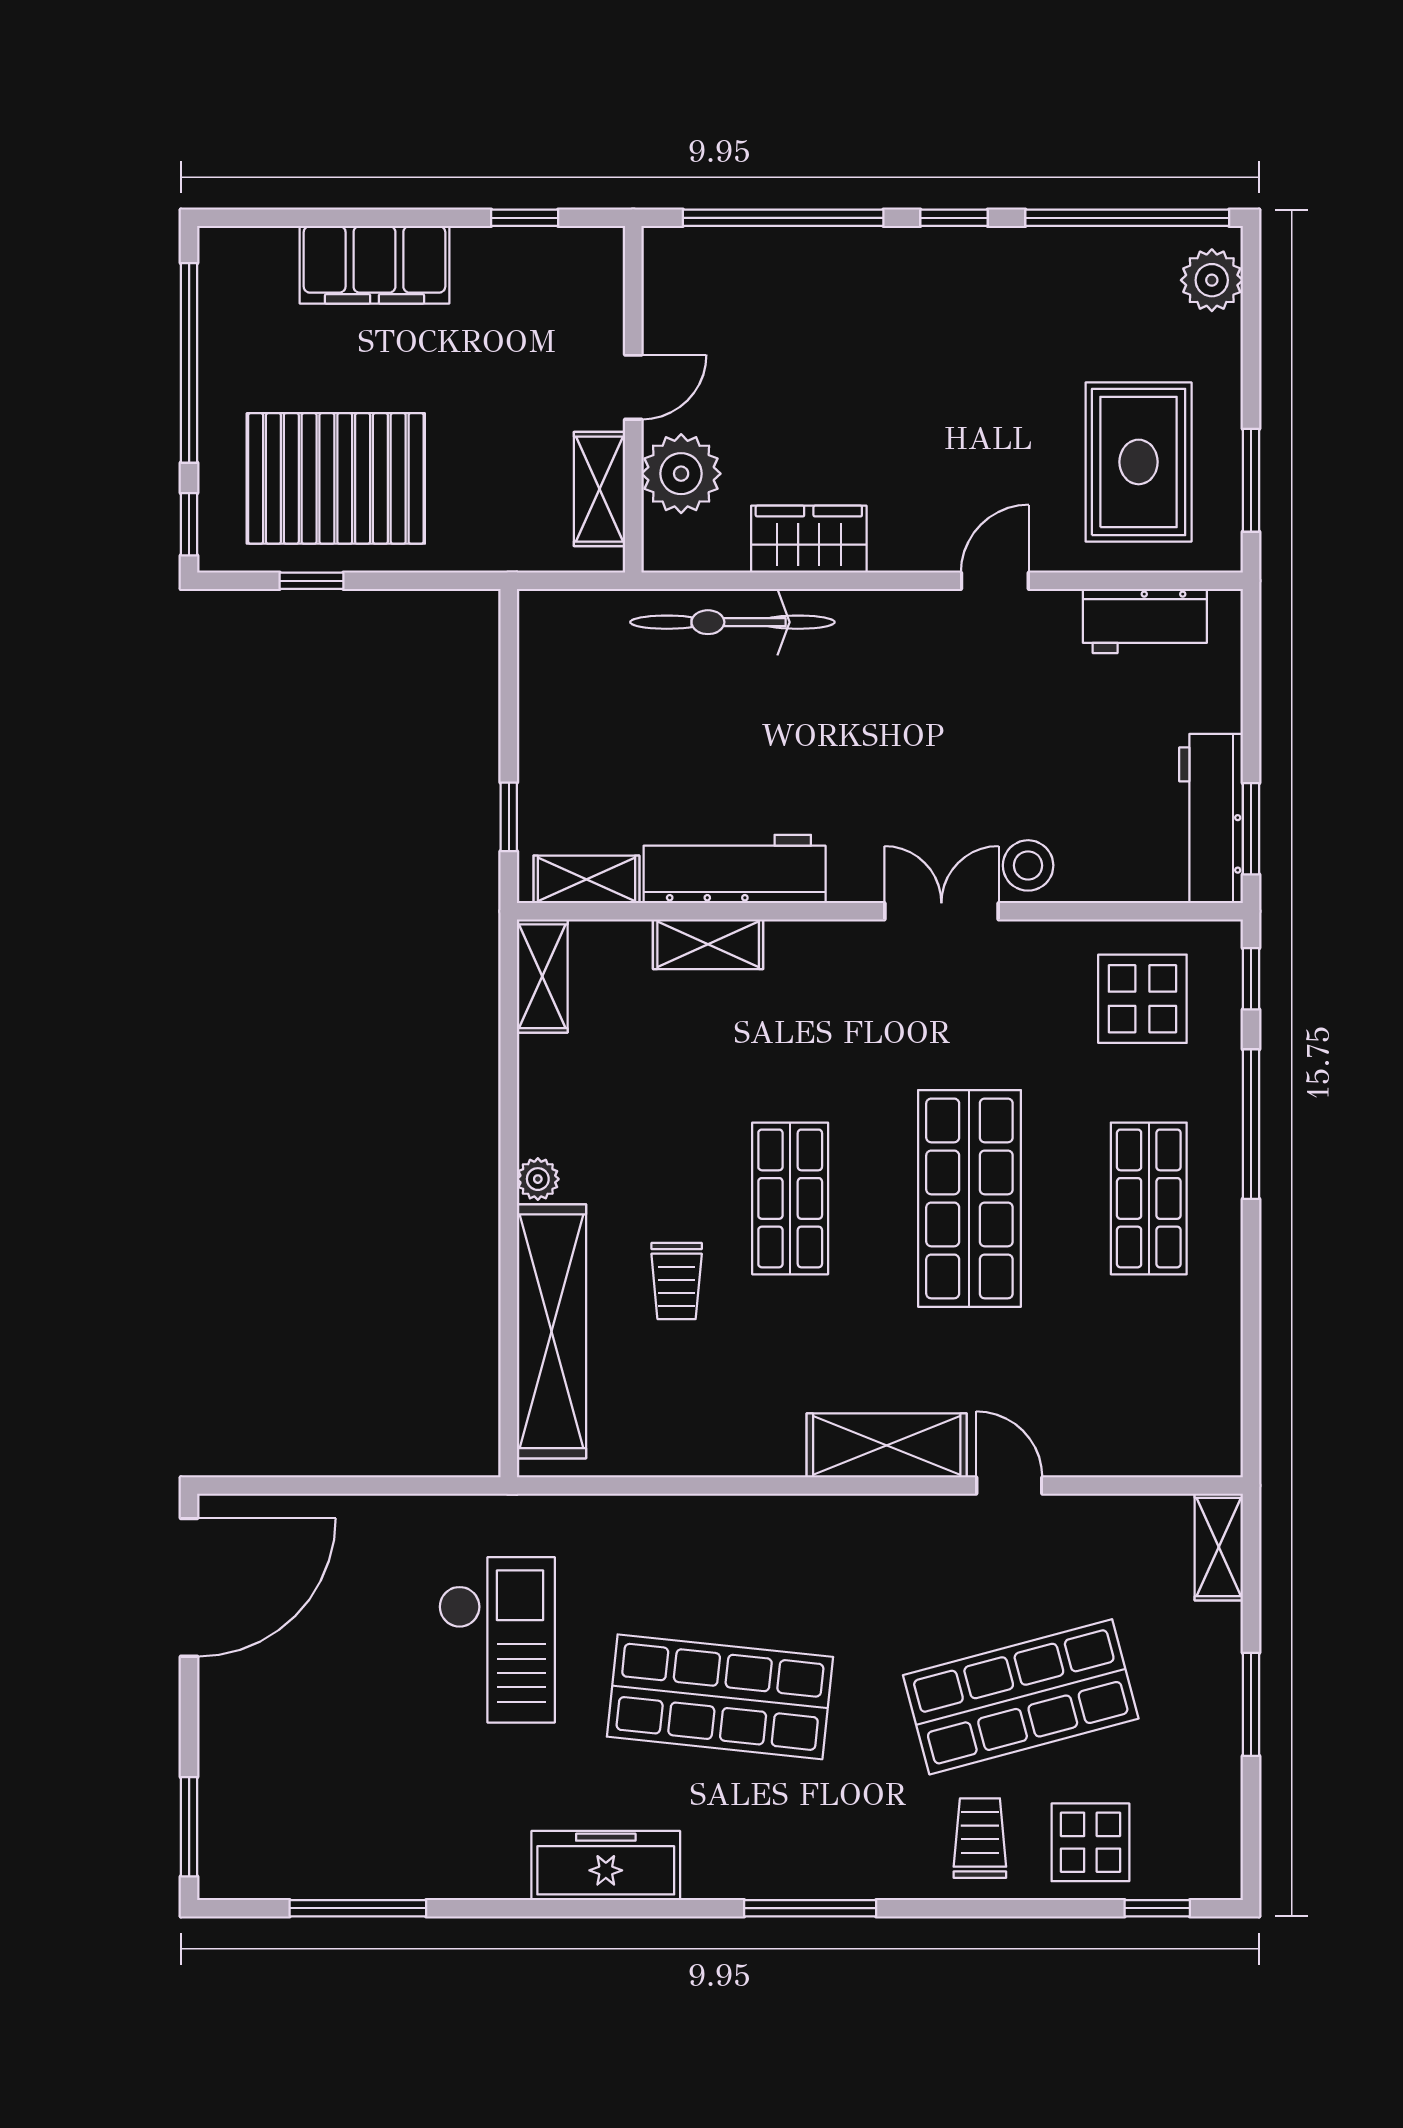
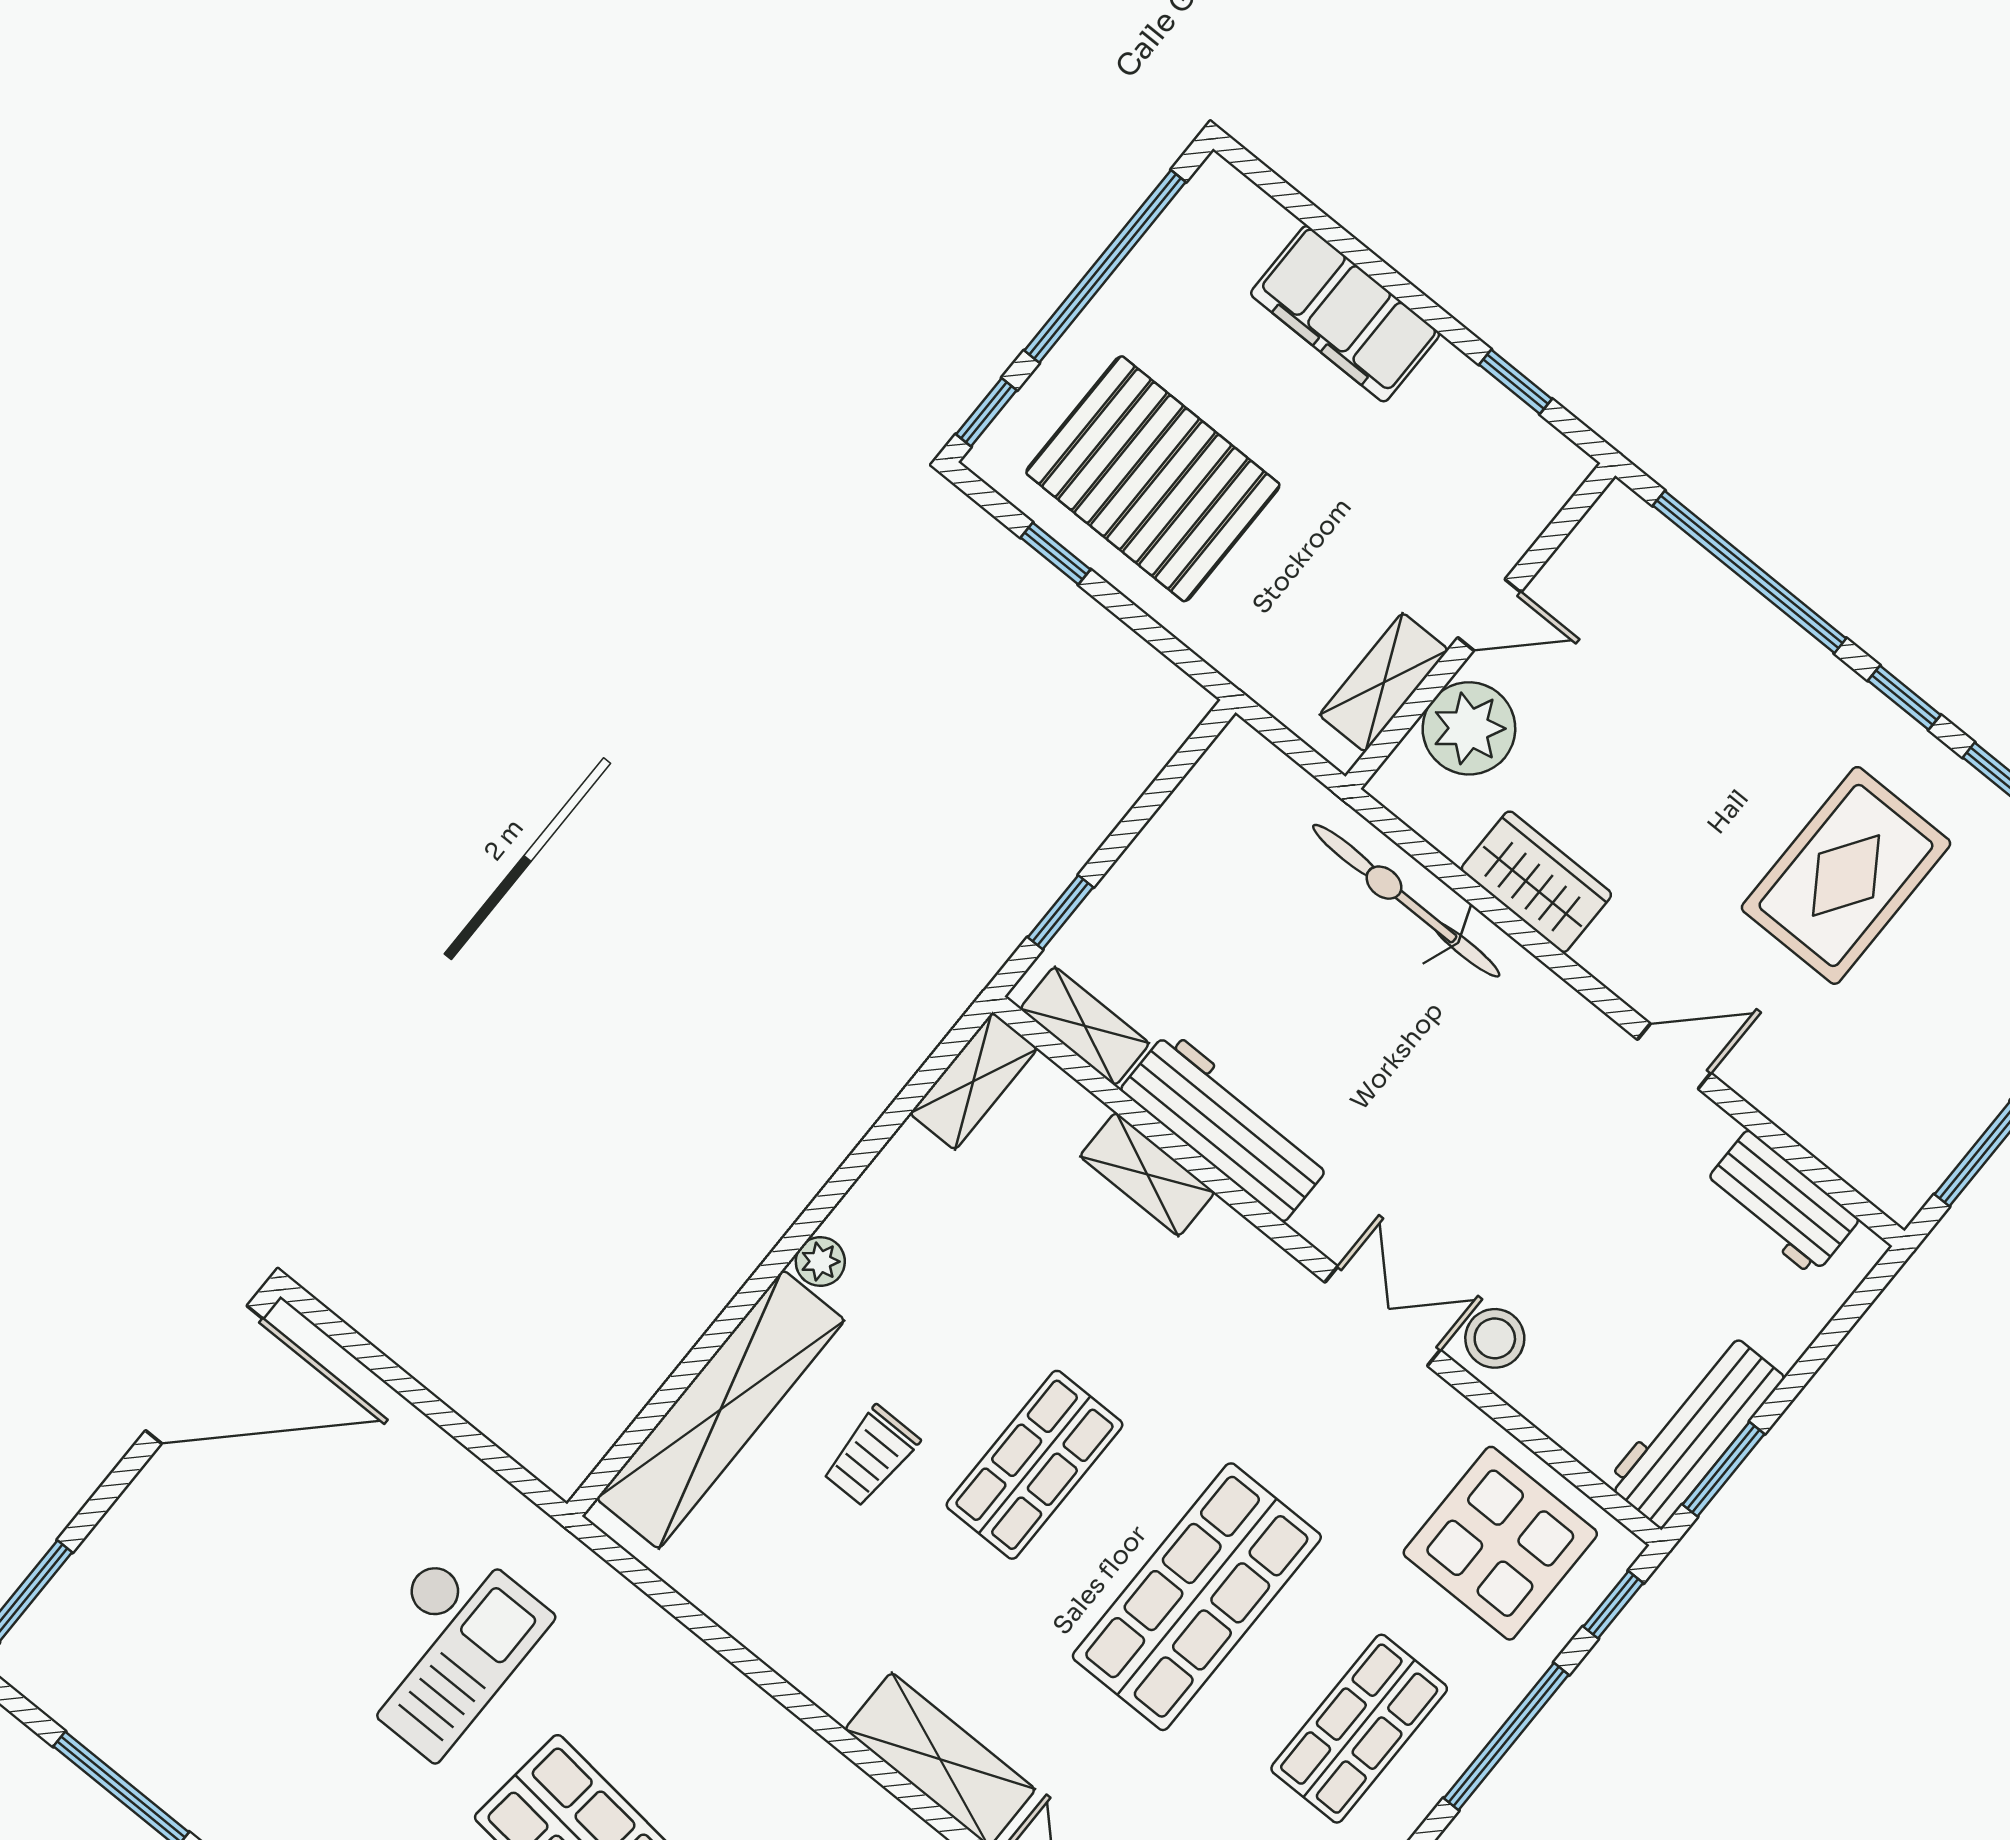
rug: (1139, 462) -> (1846, 875), moved
display table: (1142, 999) -> (1500, 1543), width x1.36, depth x1.36

